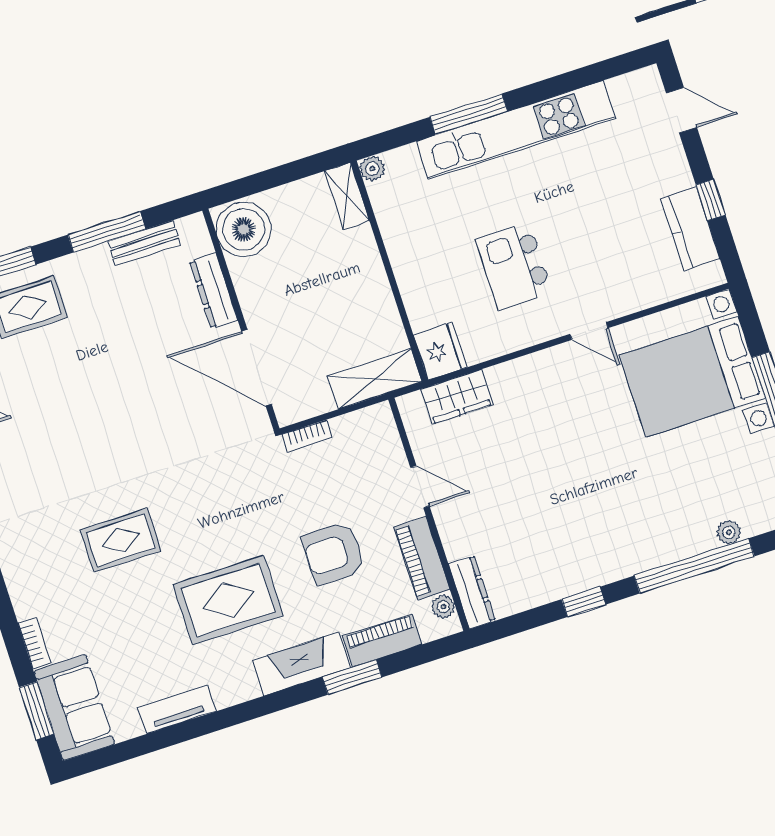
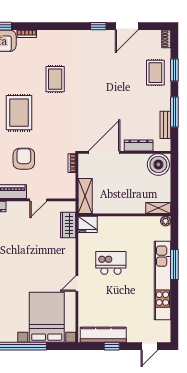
kitchen counter: (690, 229) -> (103, 335), width x1.50

